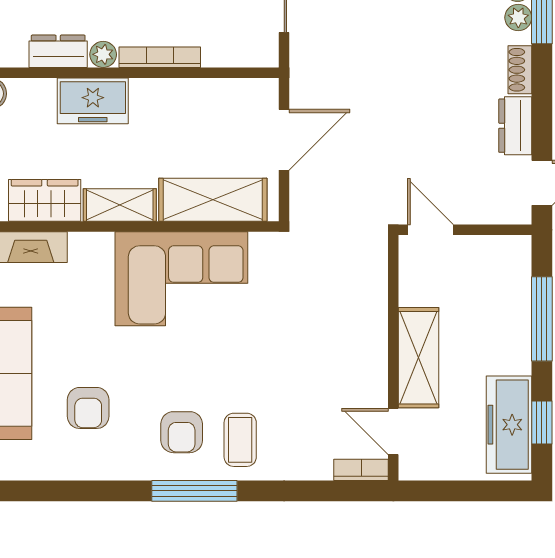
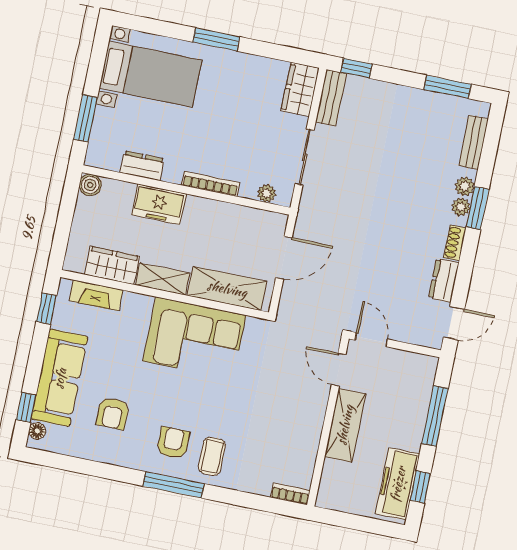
plant: (103, 54) -> (267, 193), moved
door: (393, 431) -> (339, 370), moved
armchair: (182, 432) -> (173, 443), turned 180

